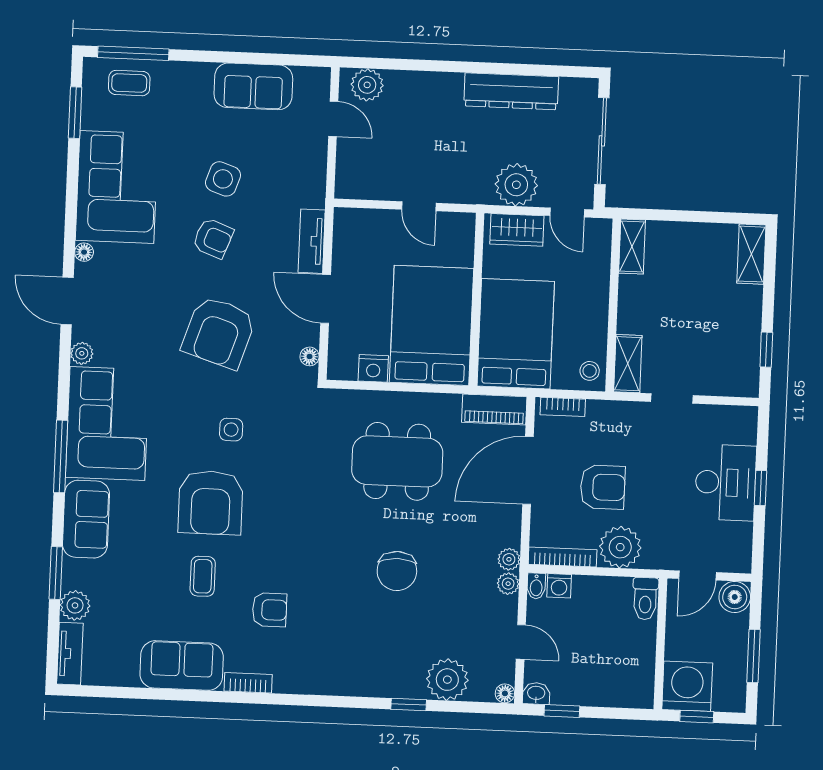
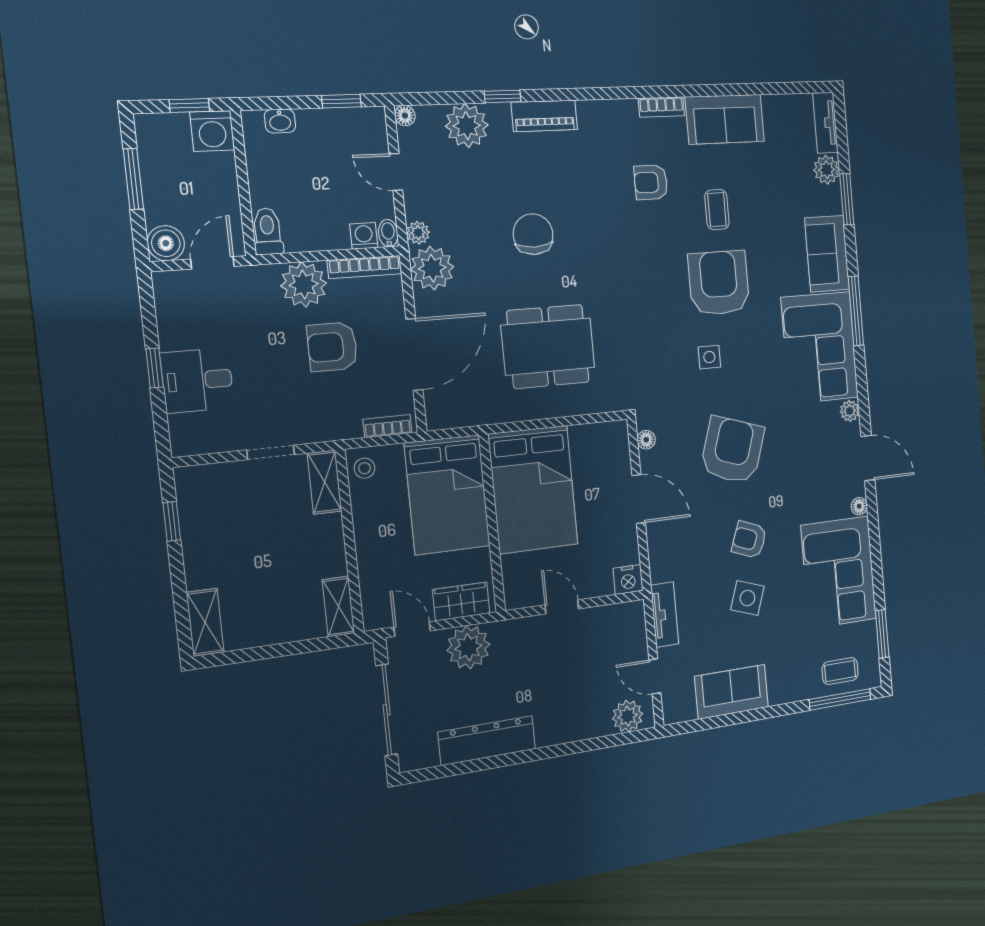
tv unit: (312, 241) -> (665, 615), moved
nightstand: (373, 368) -> (628, 579), moved, turned 180
piano: (494, 410) -> (544, 116), moved, turned 180
desk: (726, 482) -> (197, 380), width x0.73
plant: (509, 559) -> (432, 268), width x1.87, depth x1.87
washing machine: (687, 686) -> (212, 131), width x0.73, depth x0.73
washbasin: (536, 693) -> (280, 121), moved

